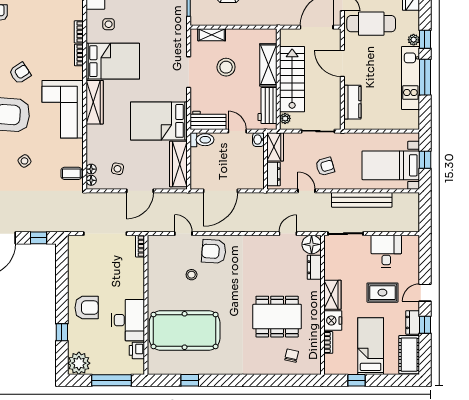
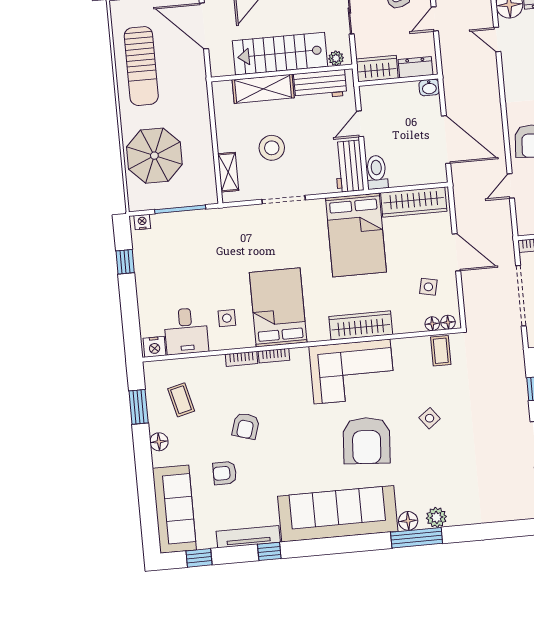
armchair: (20, 73) -> (246, 426), moved, turned -130
wardrobe: (95, 102) -> (361, 325), moved
washbasin: (258, 140) -> (429, 87), moved

